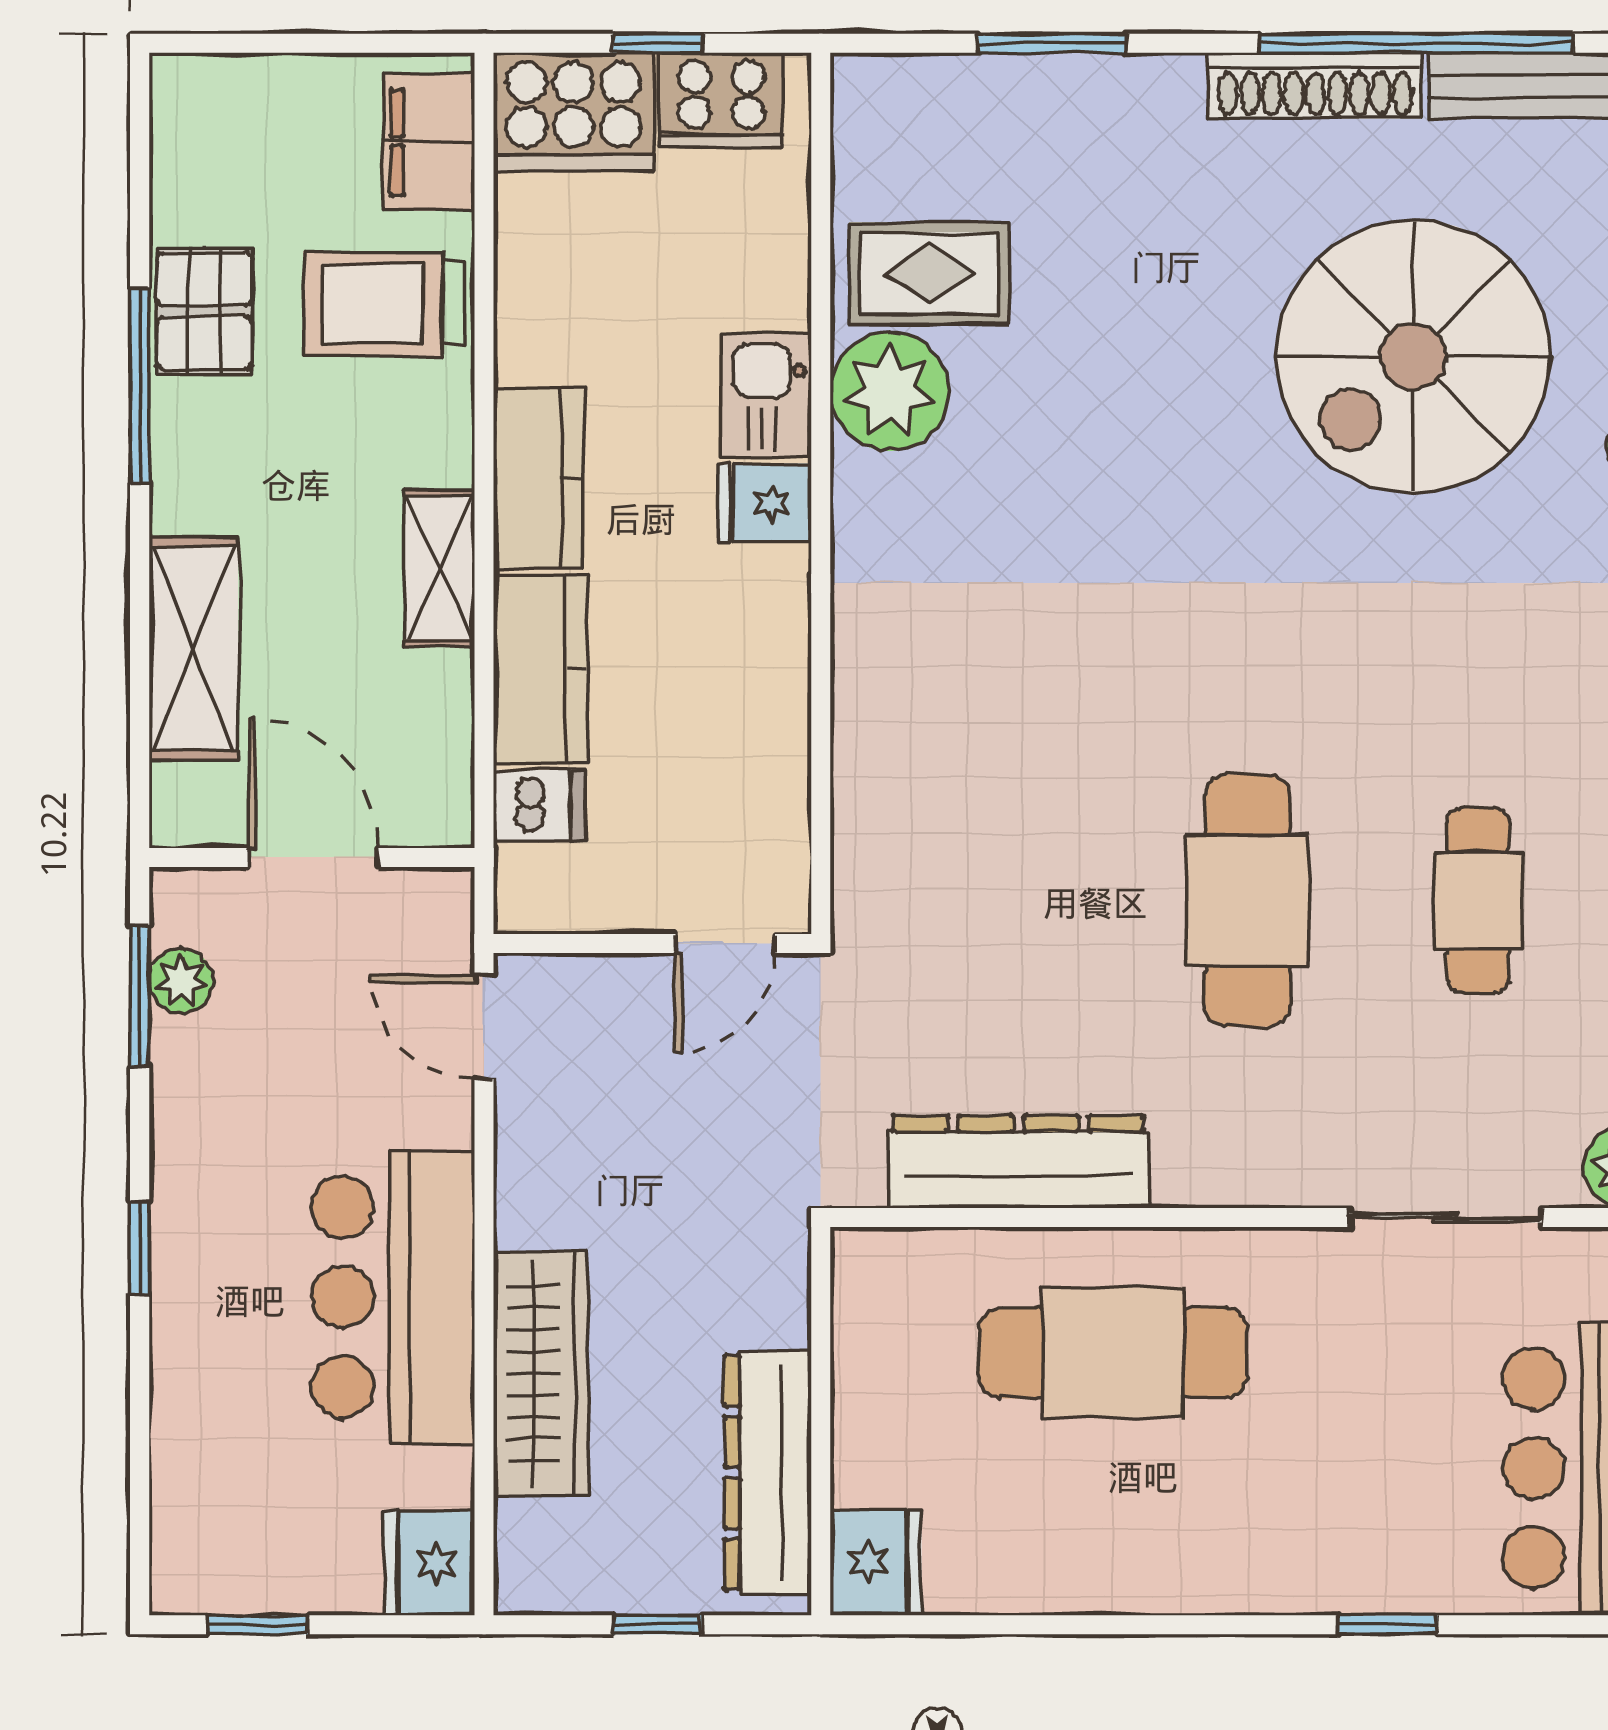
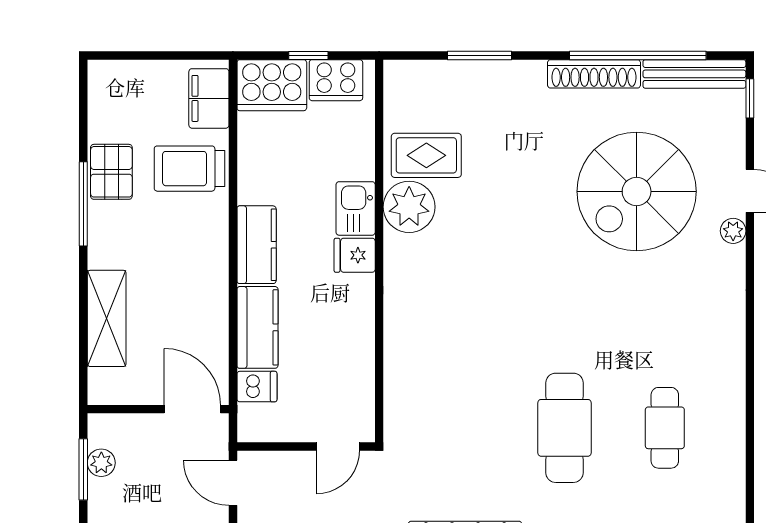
shelving: (439, 568) -> (214, 283), removed
door: (313, 857) -> (192, 409), moved

